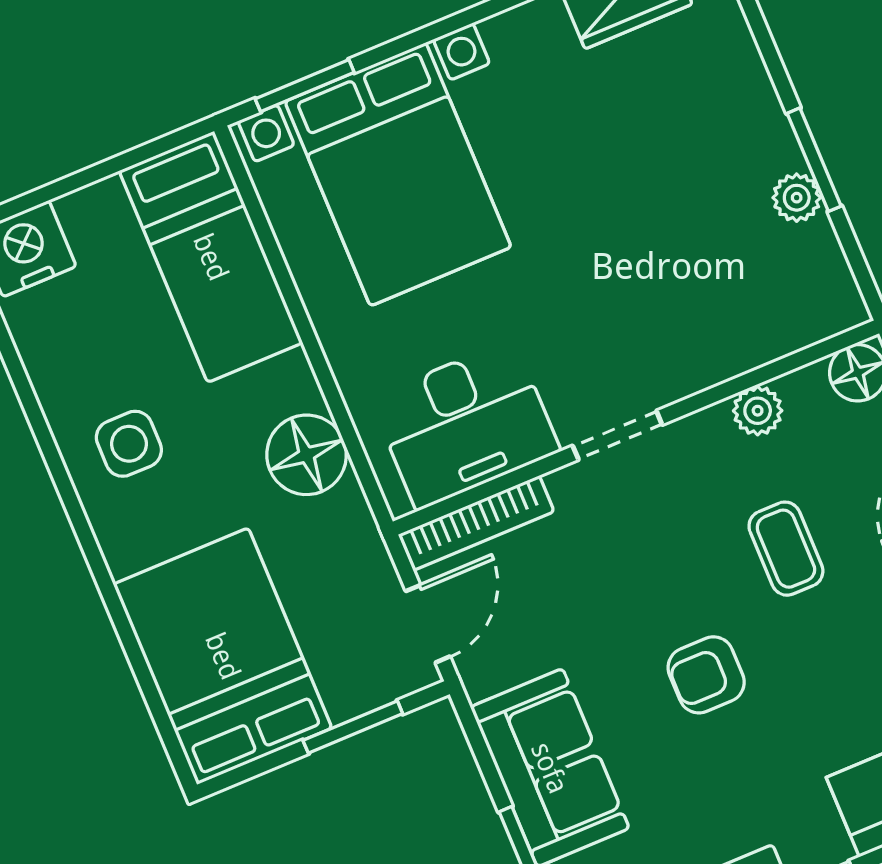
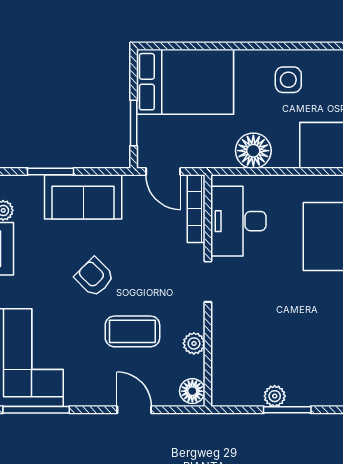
coffee table: (786, 549) -> (132, 331), width x1.36, depth x1.30
armchair: (706, 675) -> (94, 277), turned -45

